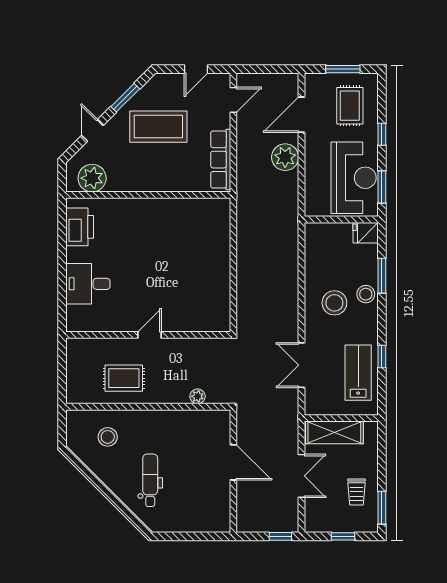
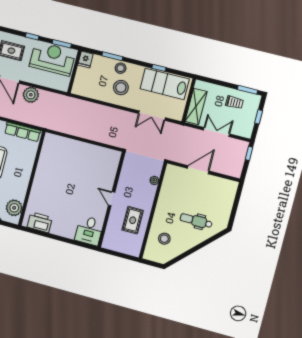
desk: (88, 284) -> (89, 231), moved
lab bench: (358, 373) -> (165, 84), width x1.36, depth x1.39

